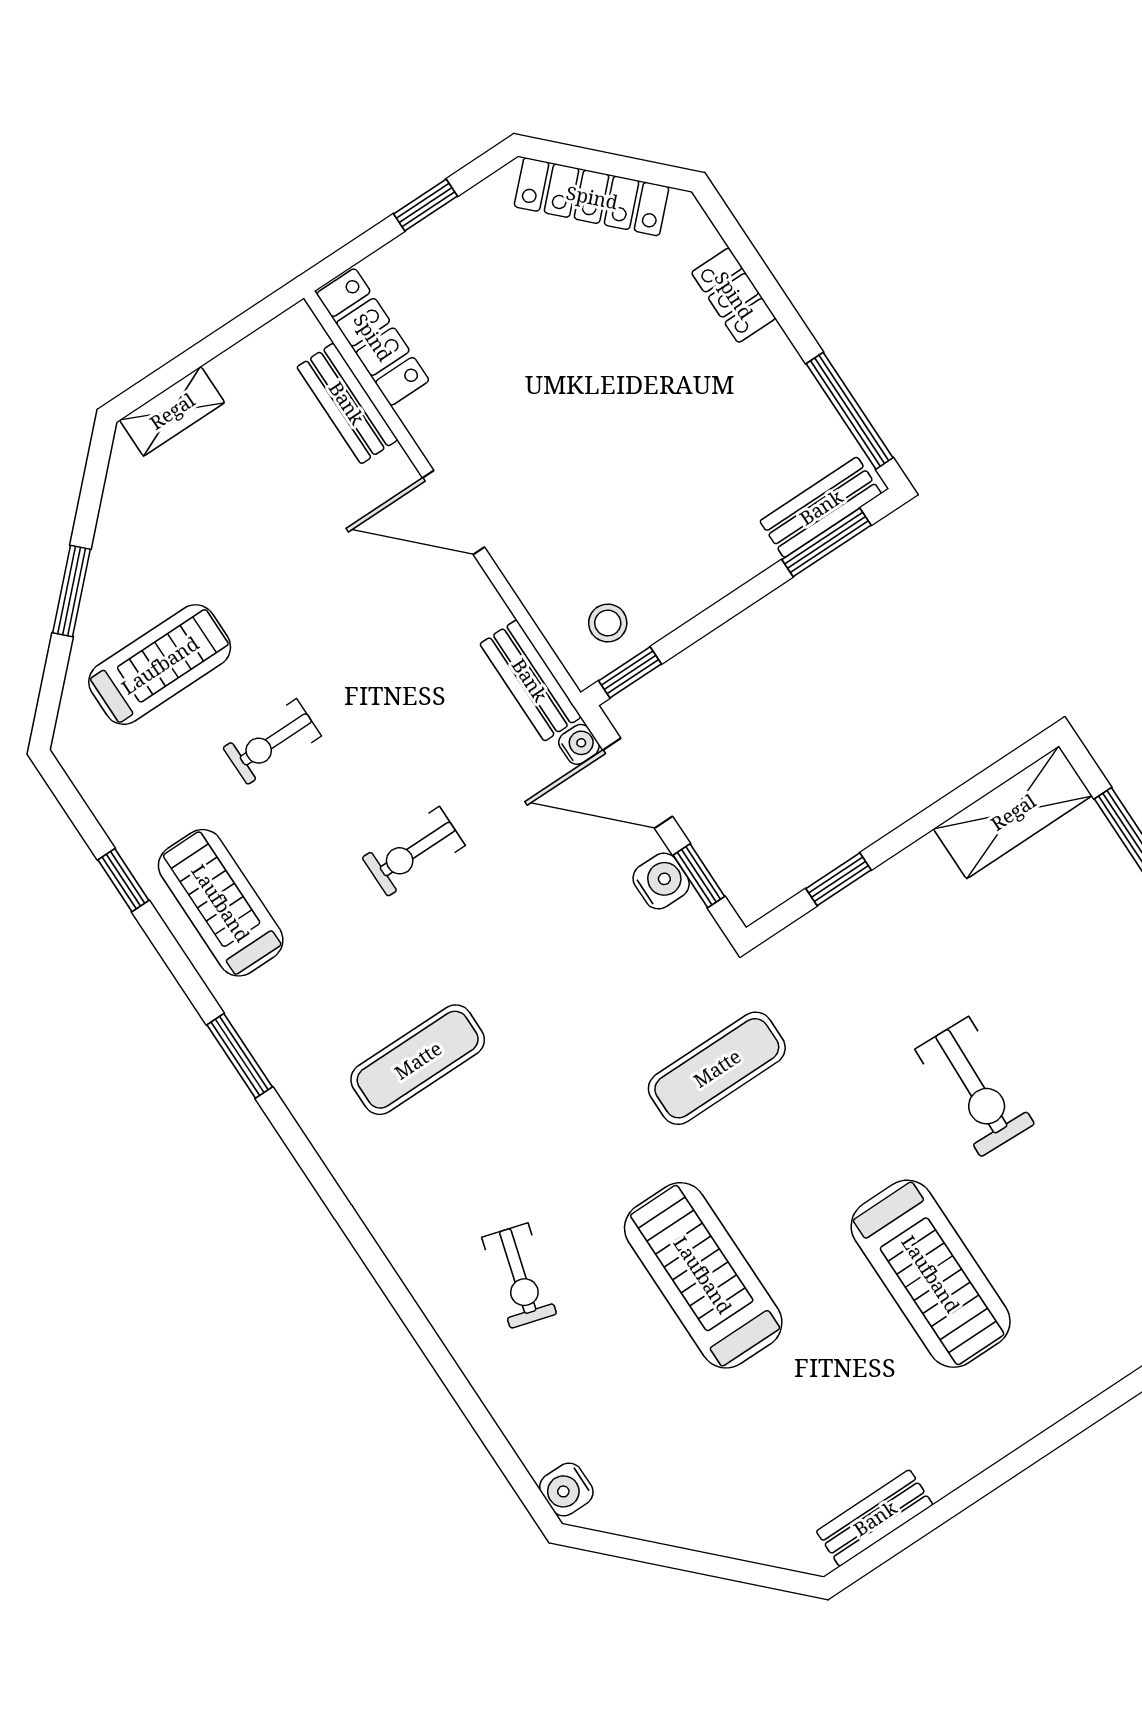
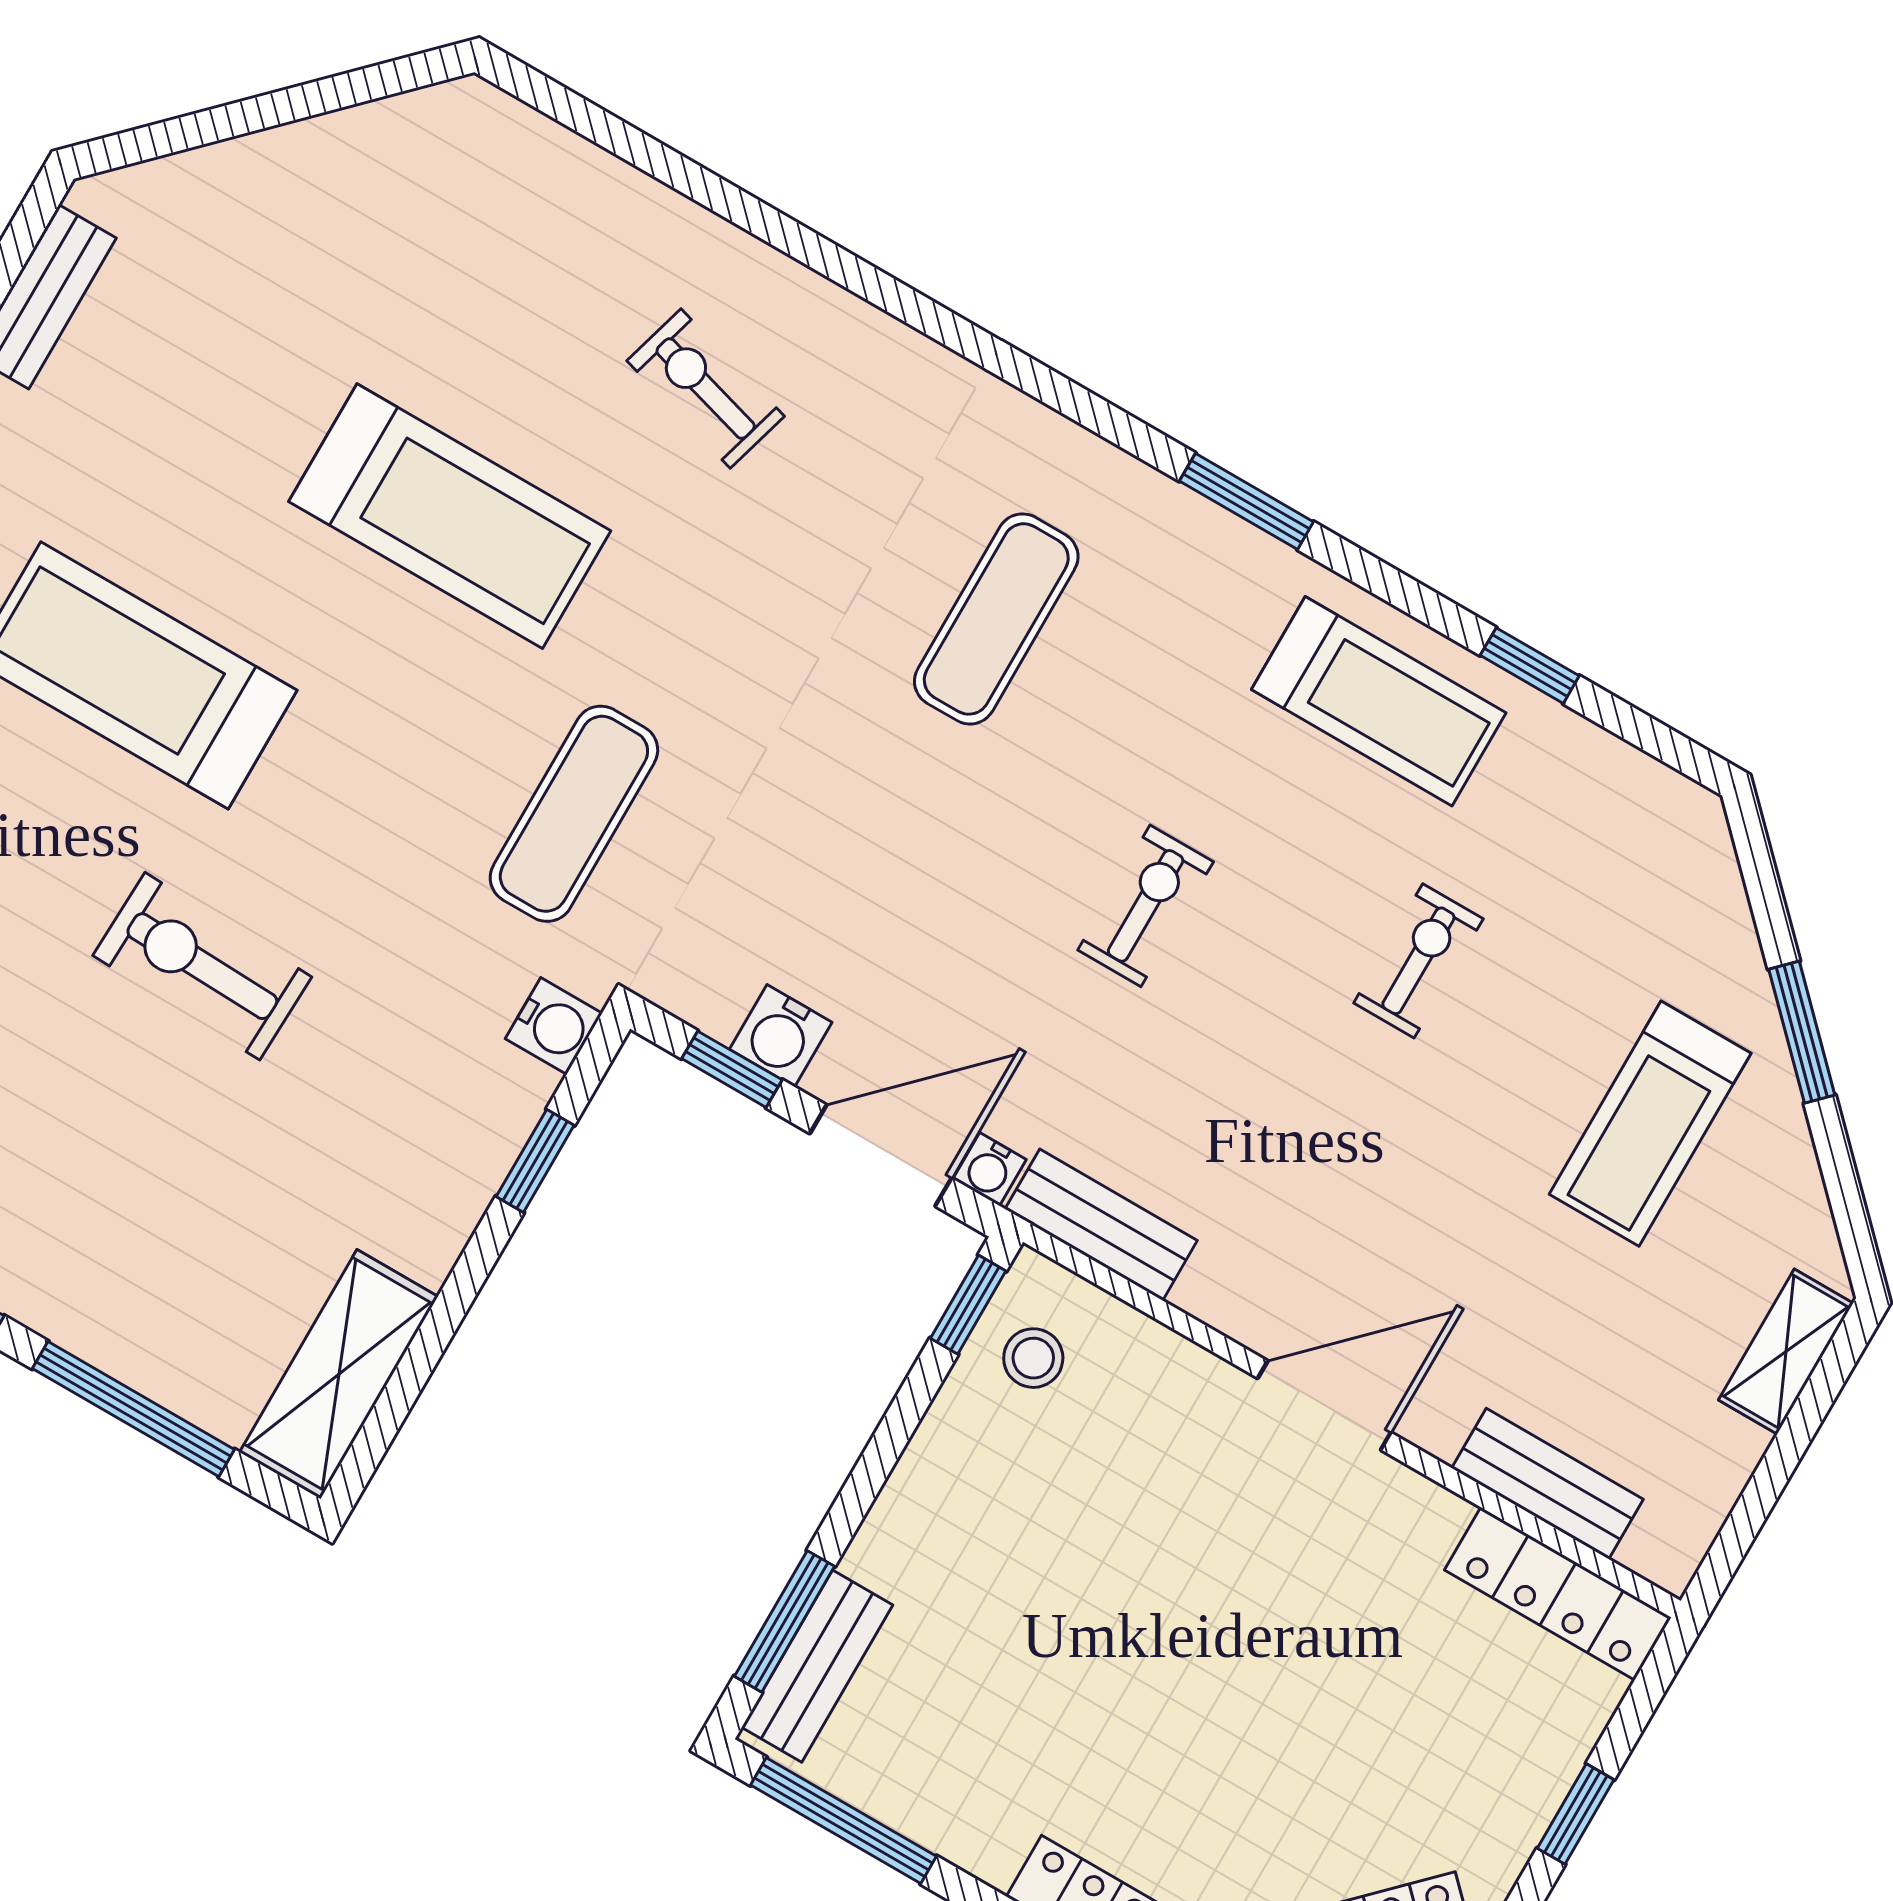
treadmill: (160, 665) -> (1650, 1124), moved
water cooler: (566, 1489) -> (554, 1026), moved, turned 90

